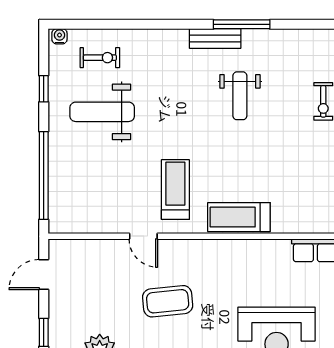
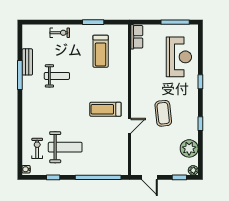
bench: (215, 39) -> (27, 62), moved
weight bench: (102, 112) -> (65, 147), turned -90
treadmill: (239, 217) -> (101, 51), moved

